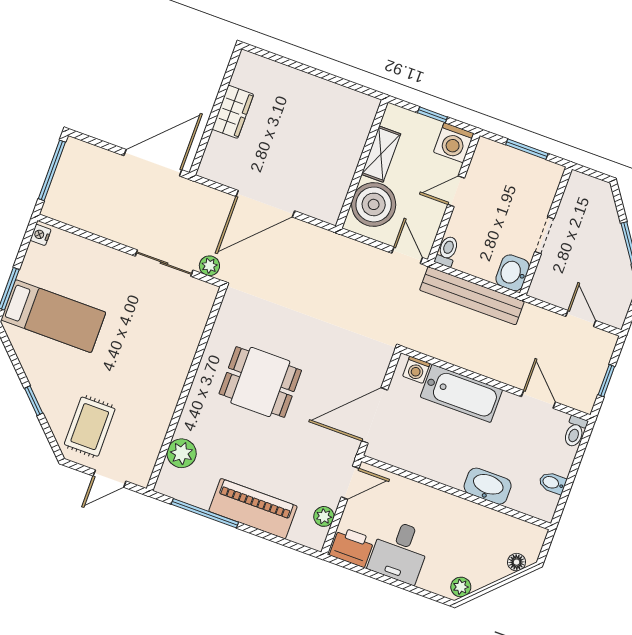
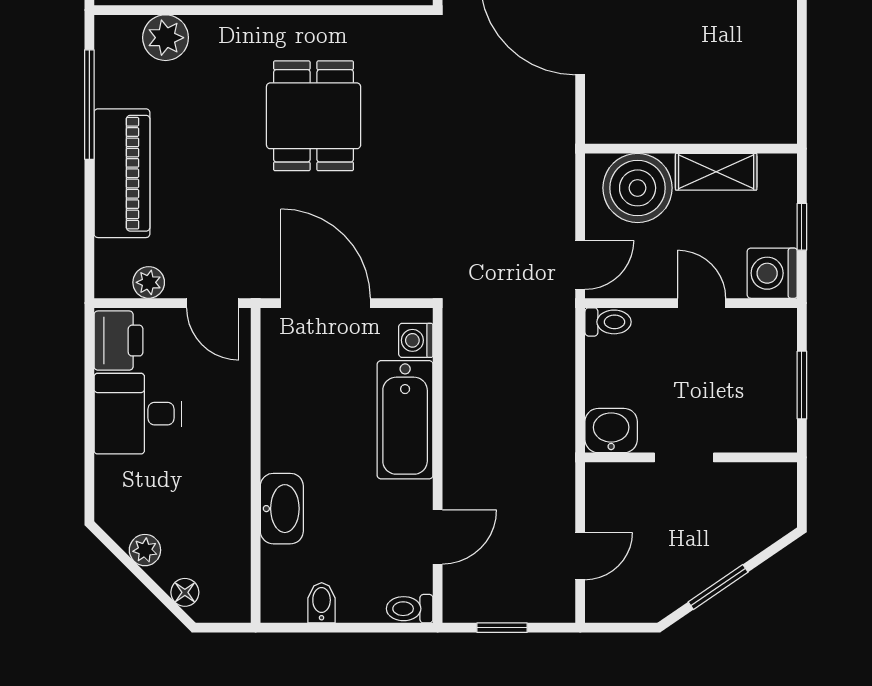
bench: (472, 296) -> (555, 383), removed
plant: (461, 587) -> (145, 550), moved

